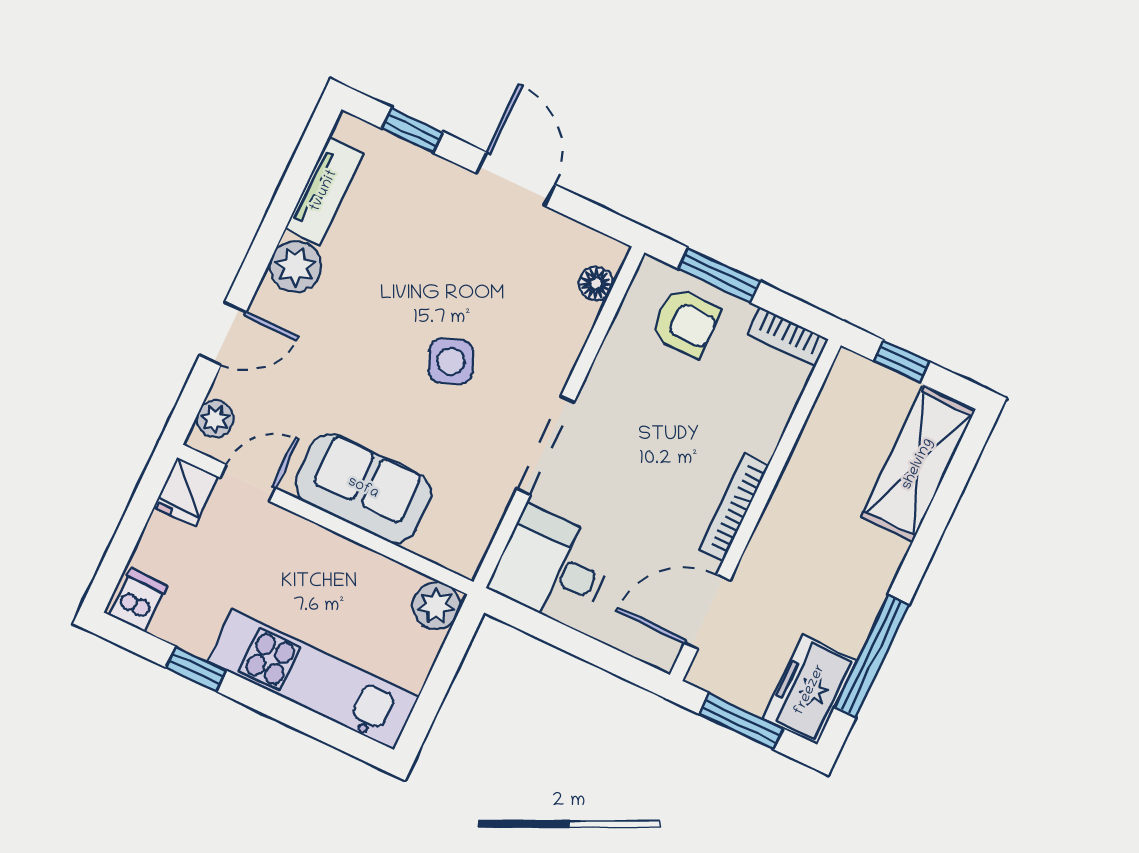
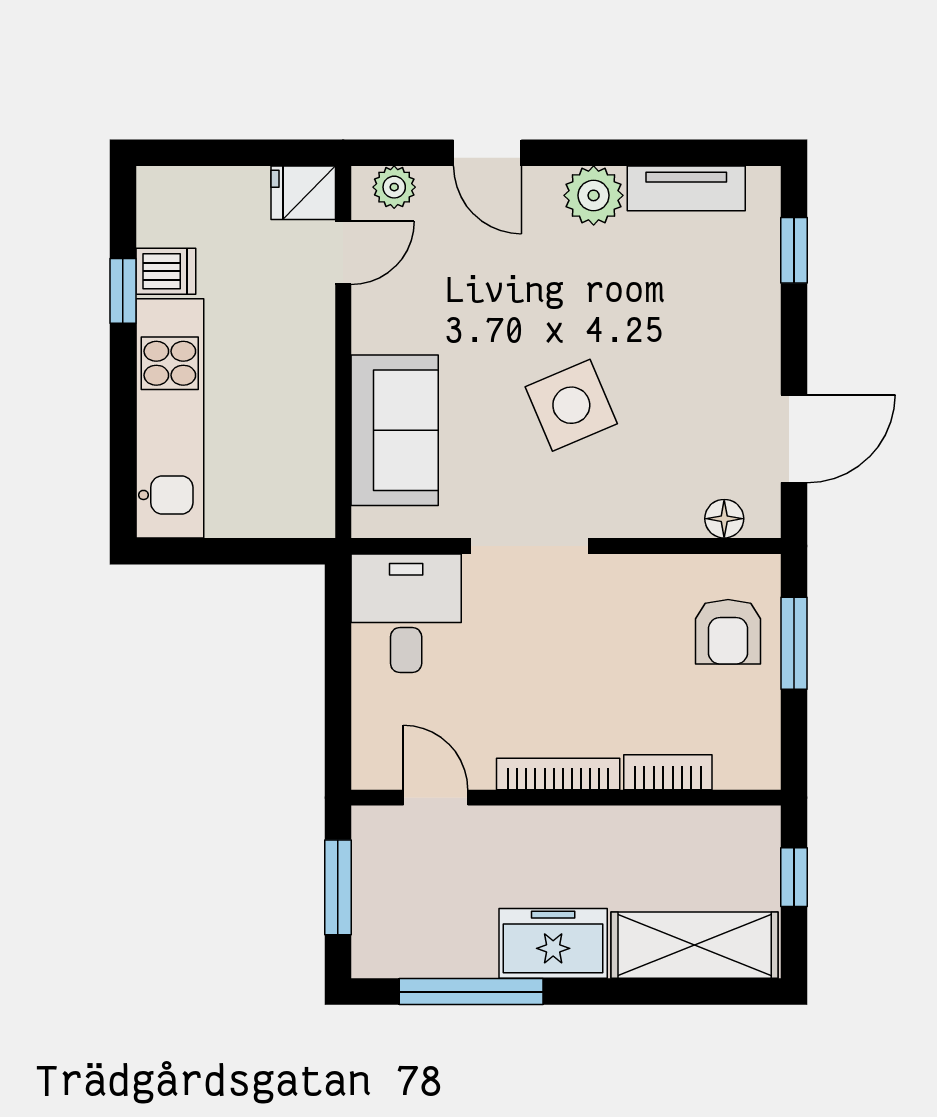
door: (516, 179) -> (794, 439), moved
bookcase: (788, 337) -> (668, 772), moved, turned 90
side table: (451, 361) -> (571, 405), width x1.37, depth x1.37
door: (248, 483) -> (343, 253), hinge flipped
sofa: (363, 488) -> (395, 430), moved
dishwasher: (138, 600) -> (166, 271), moved
plant: (436, 606) -> (308, 511), removed
door: (707, 612) -> (436, 798), width x0.73
freezer: (810, 690) -> (553, 943), moved

